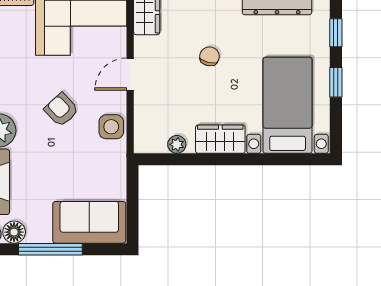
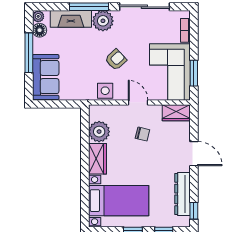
chair: (209, 56) -> (142, 134), moved
plant: (177, 144) -> (99, 132), width x1.88, depth x1.88

